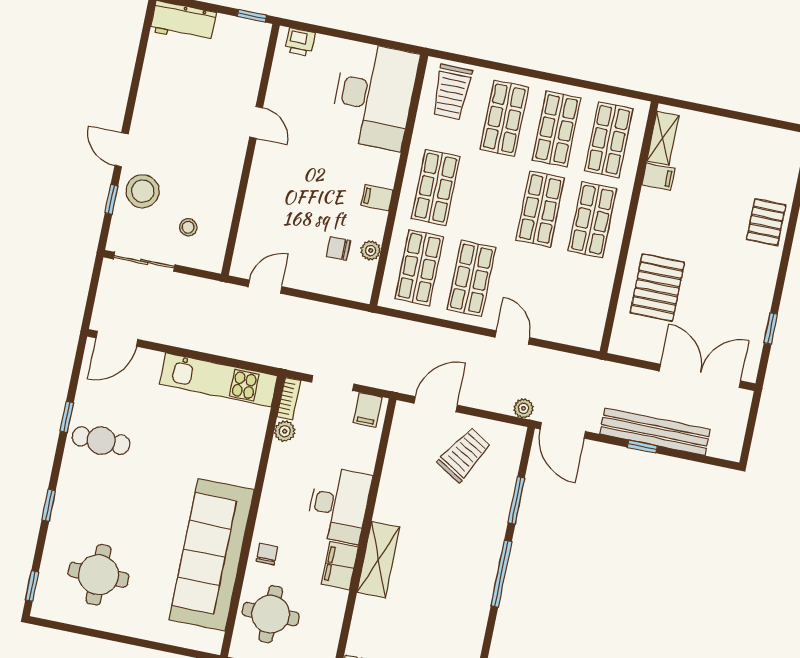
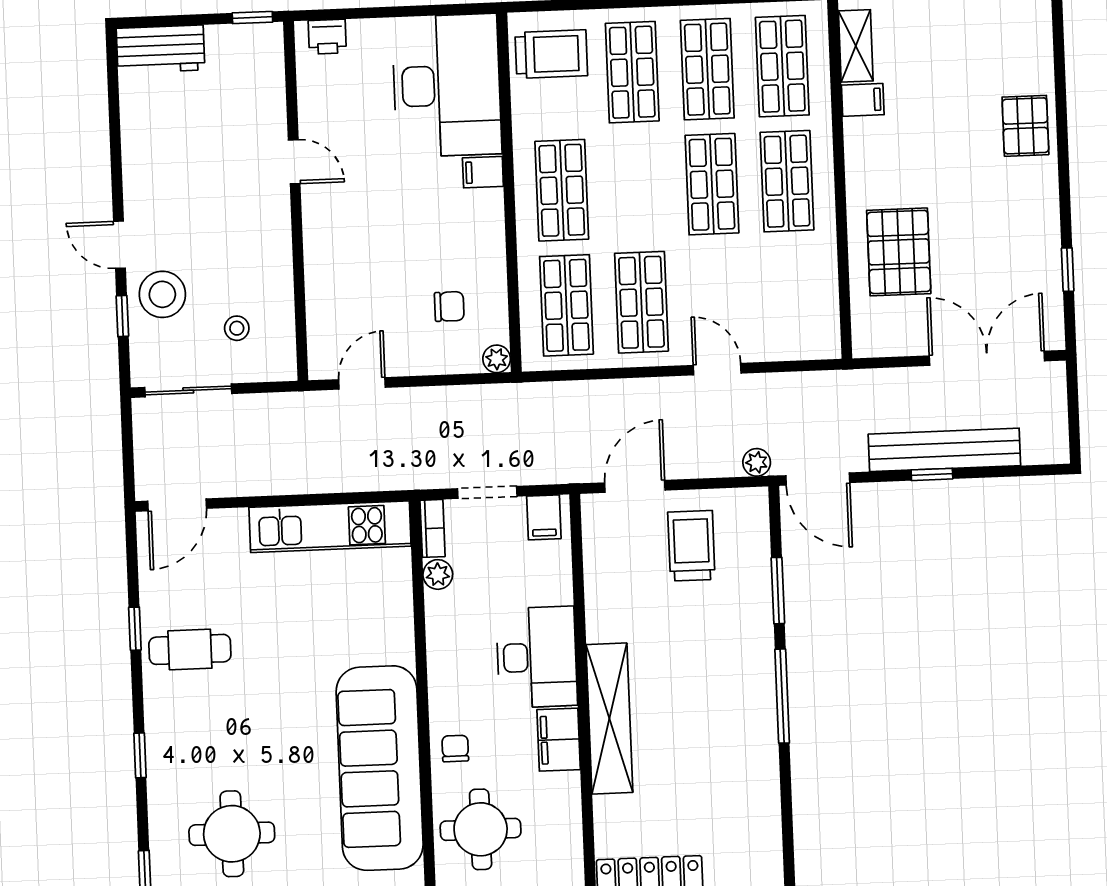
trolley: (452, 92) -> (551, 54), turned -90
filing cabinet: (377, 198) -> (483, 172), moved
chair: (338, 248) -> (449, 306), turned 180
plant: (371, 250) -> (497, 359), moved
trolley: (464, 455) -> (691, 546), turned -31
shelving: (378, 560) -> (609, 719), width x1.47

